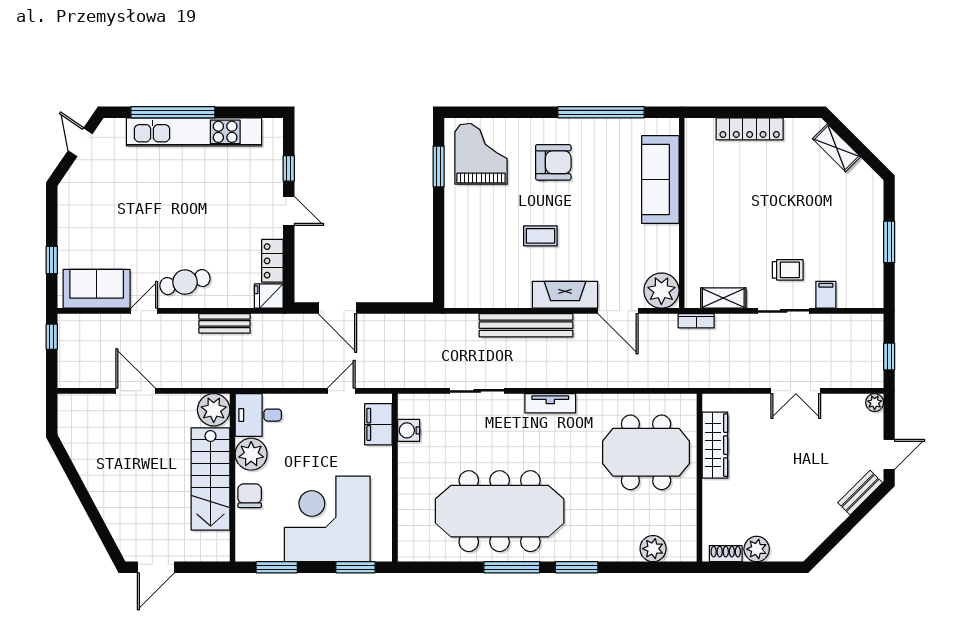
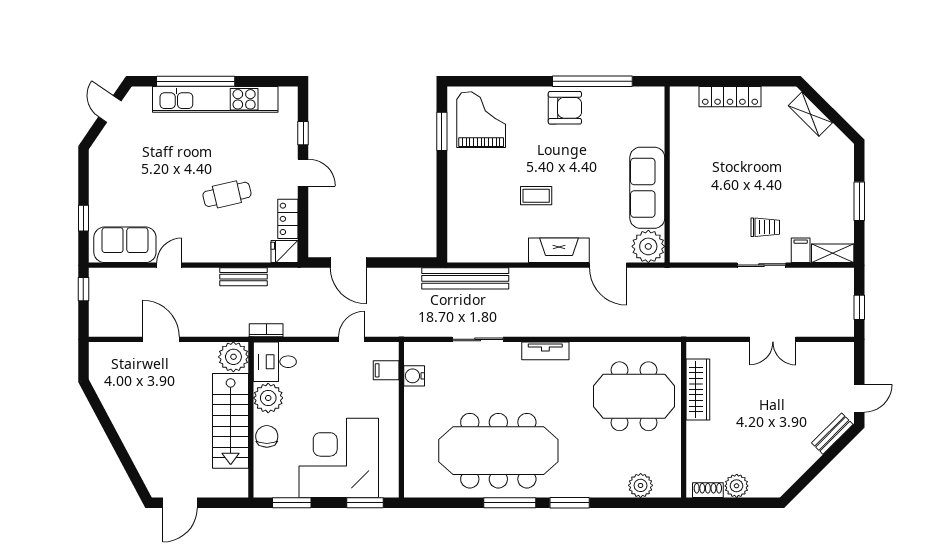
armchair: (553, 162) -> (565, 108), moved
sofa: (660, 179) -> (647, 188), moved
cafe table: (185, 282) -> (227, 194), moved
shelving: (723, 298) -> (833, 253), moved
bookcase: (696, 321) -> (266, 330), moved, turned 180
bench: (526, 325) -> (465, 278), moved
plant: (875, 403) -> (846, 350), removed
filing cabinet: (378, 424) -> (386, 370), width x0.50

